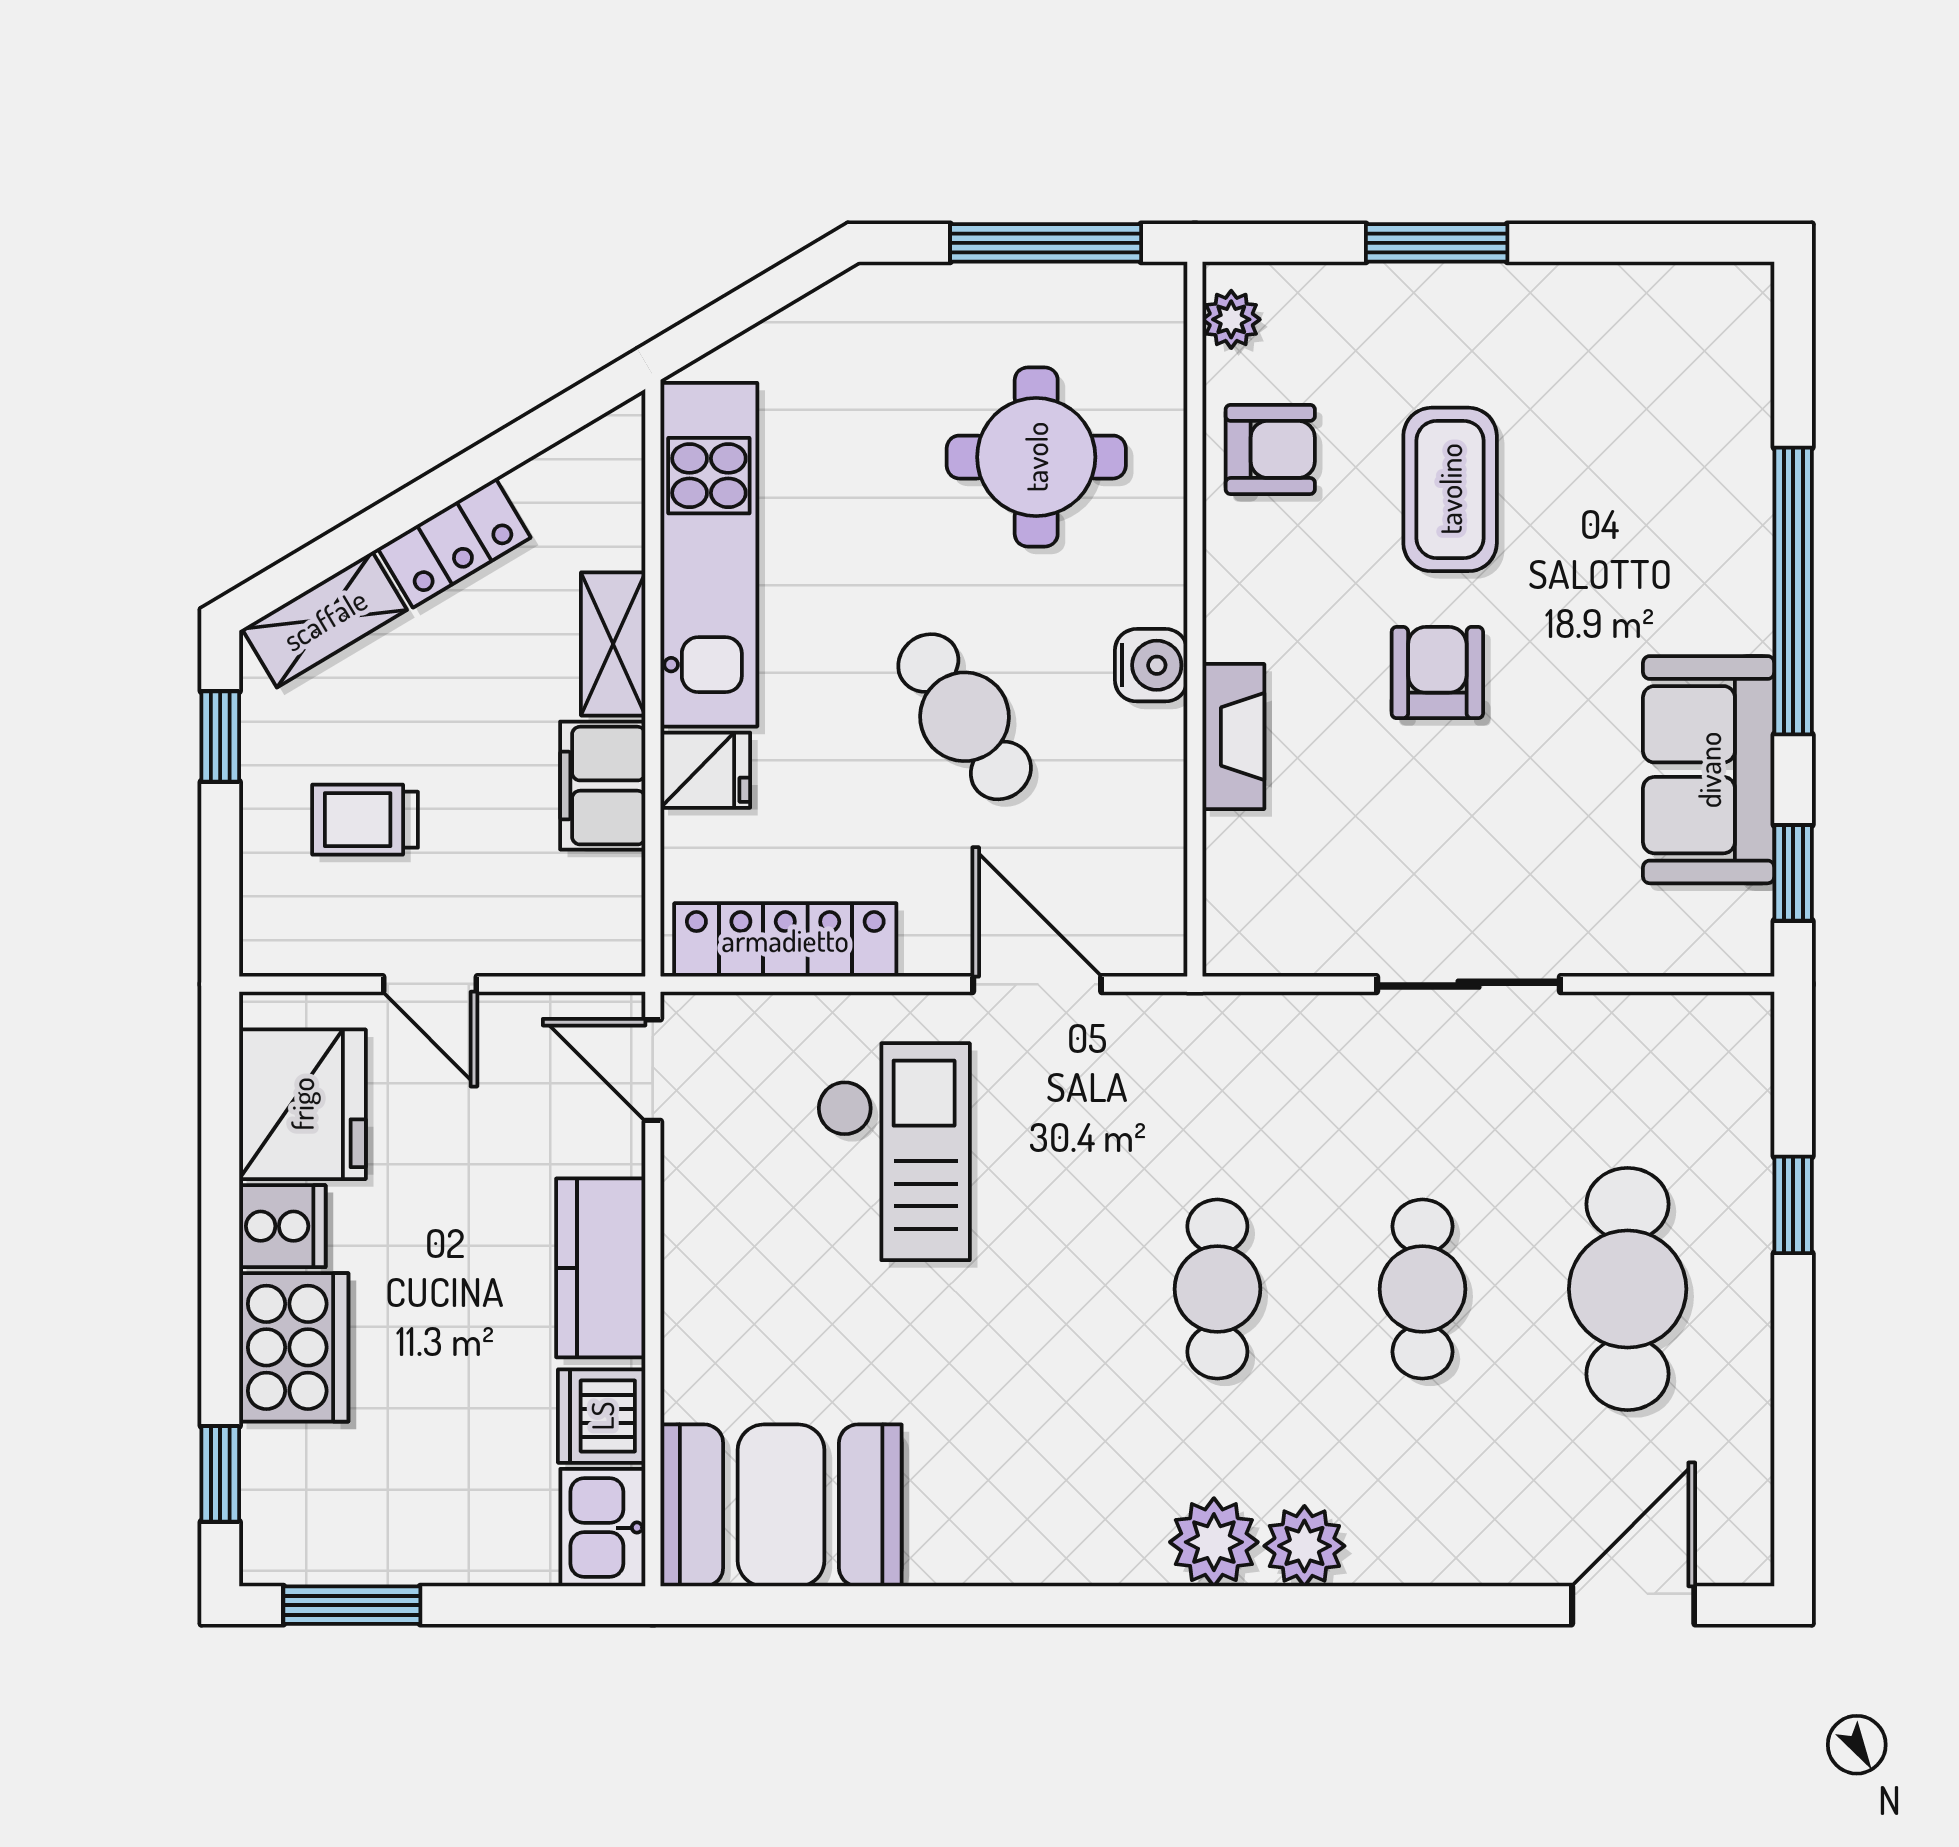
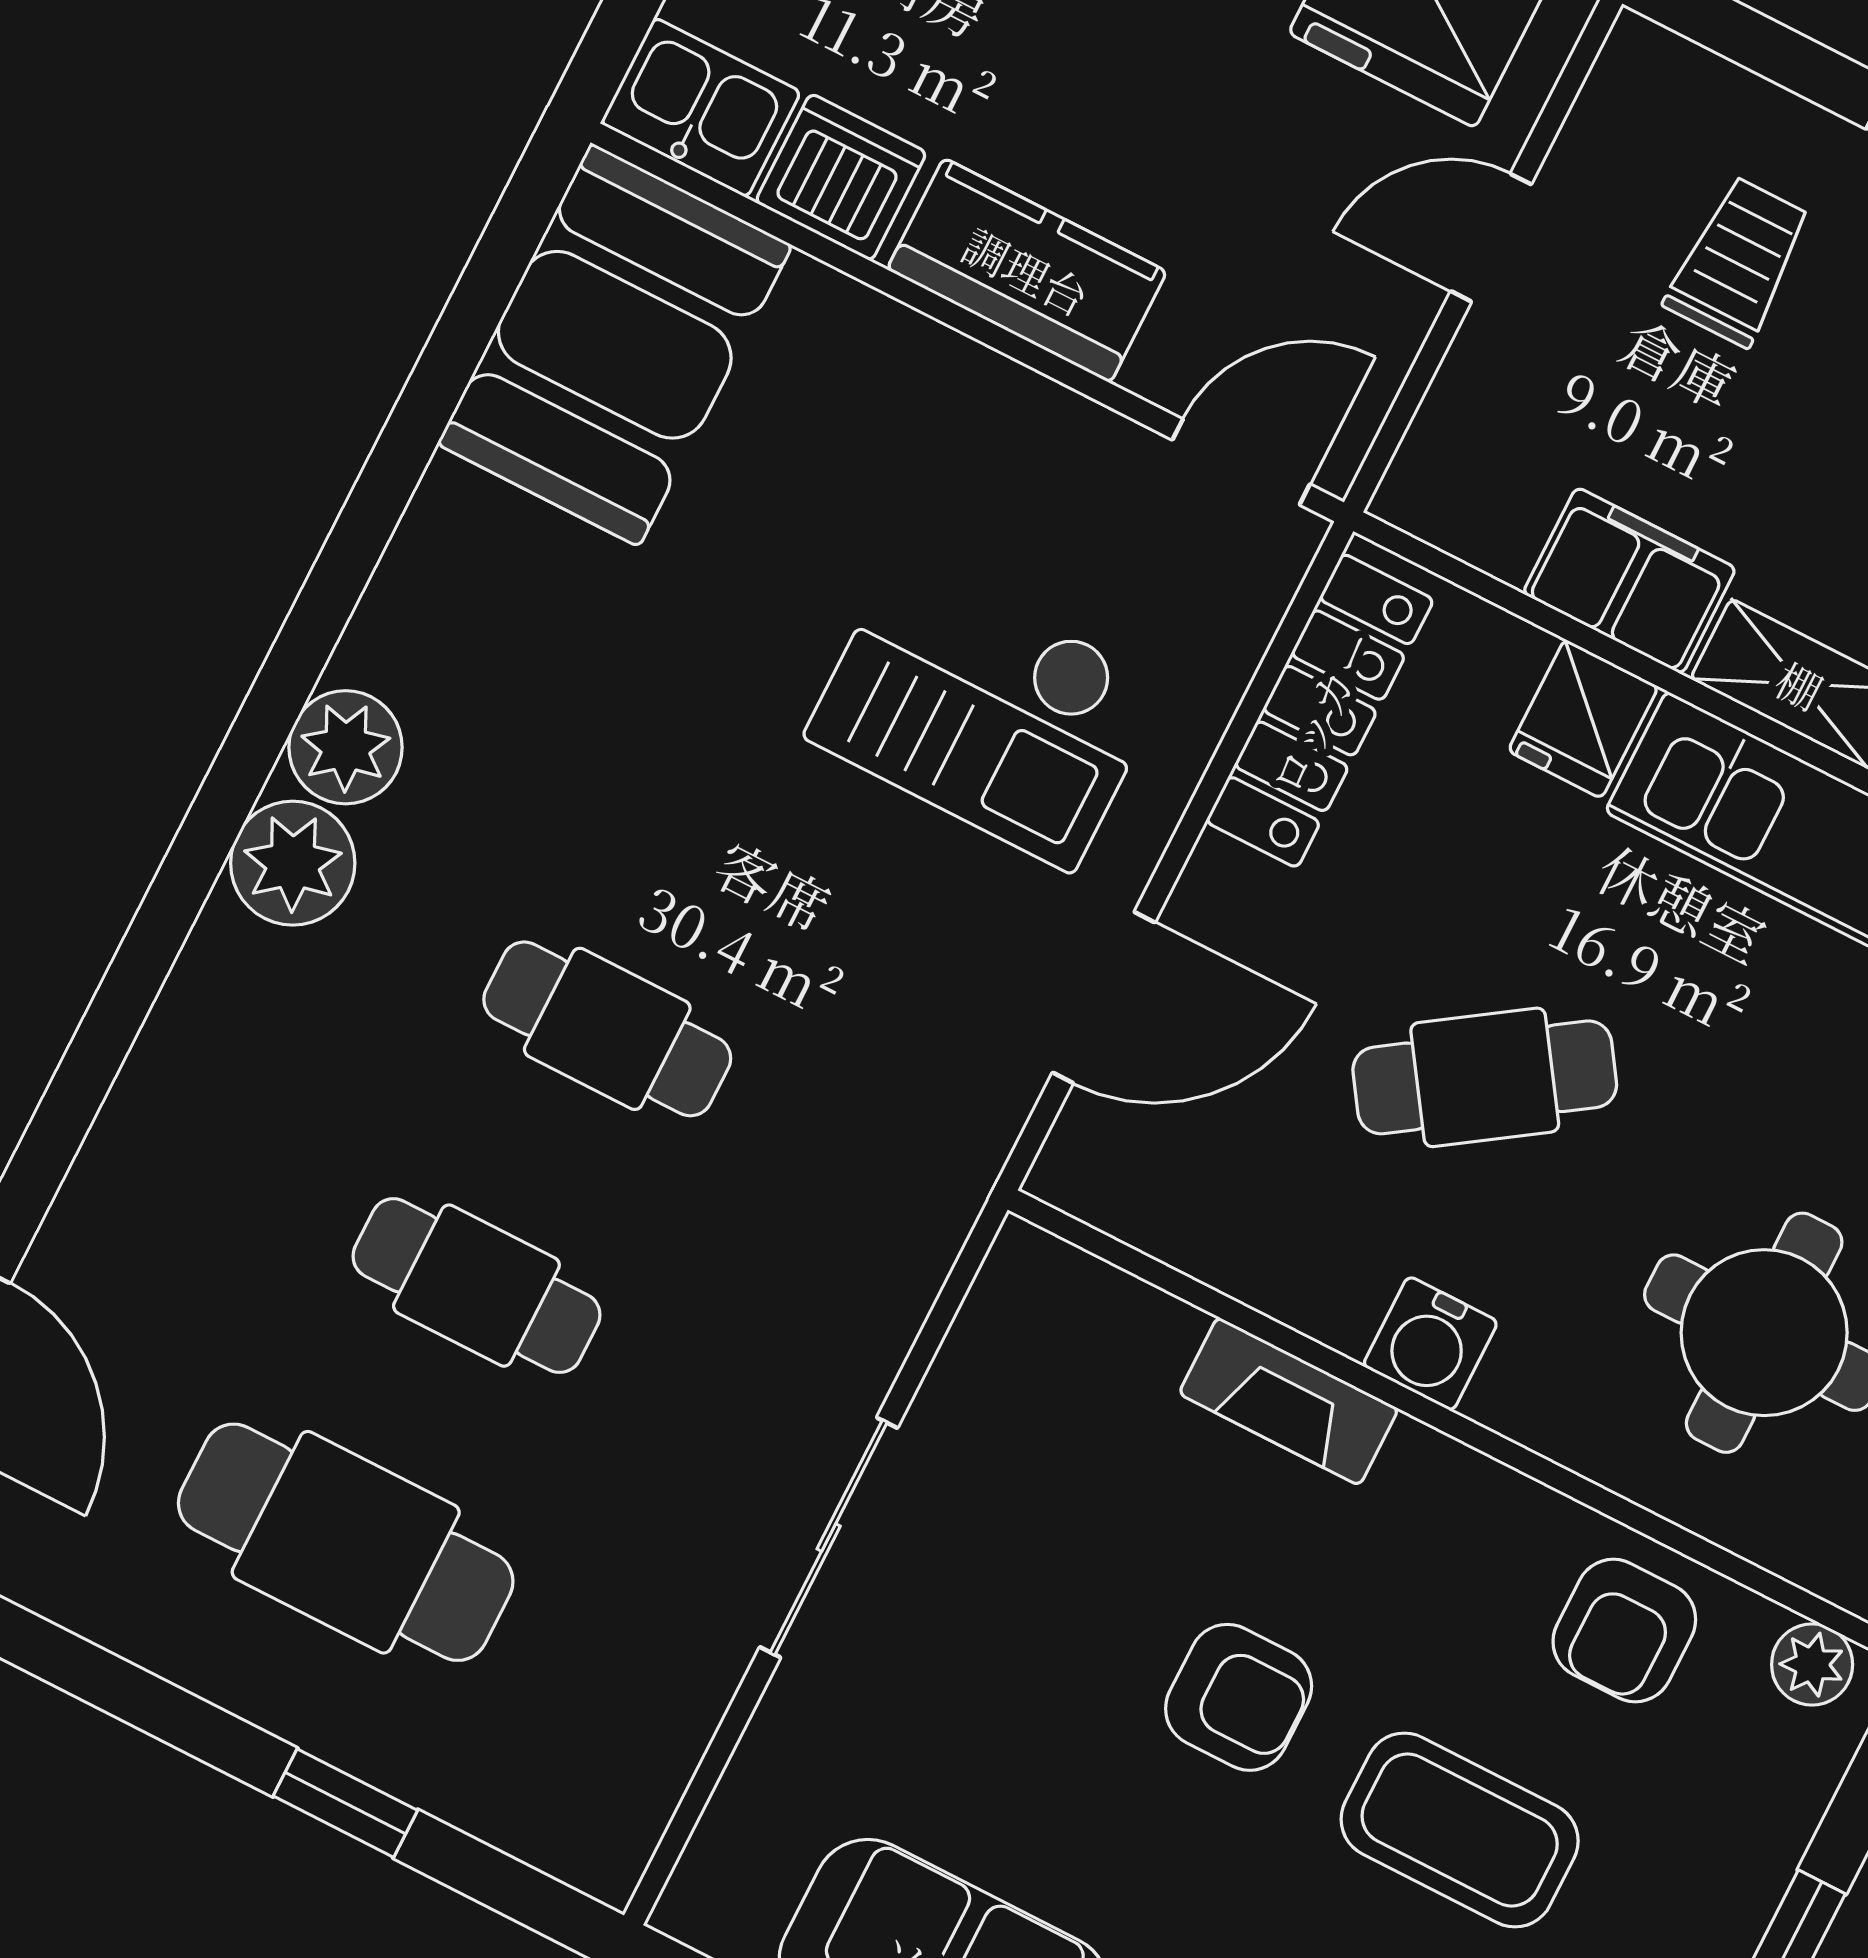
plant: (1304, 1546) -> (346, 747), moved

